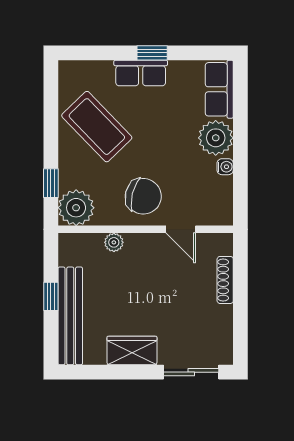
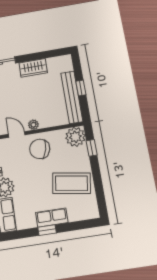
coffee table: (97, 127) -> (71, 183), turned -37
plant: (114, 242) -> (33, 125), moved
bench: (70, 316) -> (72, 97), moved

